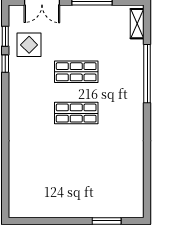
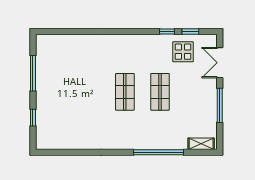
window: (54, 221) -> (33, 73), added
window: (107, 221) -> (33, 118), width x0.67

